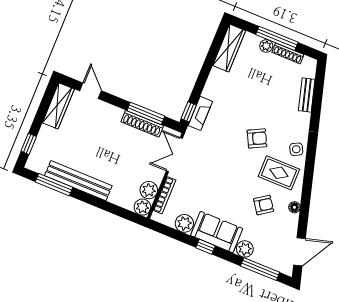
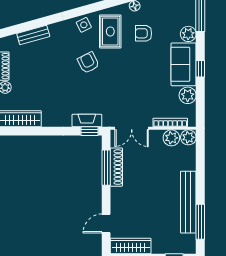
armchair: (264, 205) -> (144, 33), turned -55

